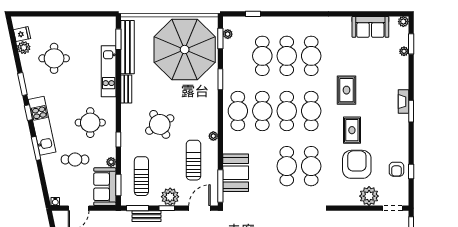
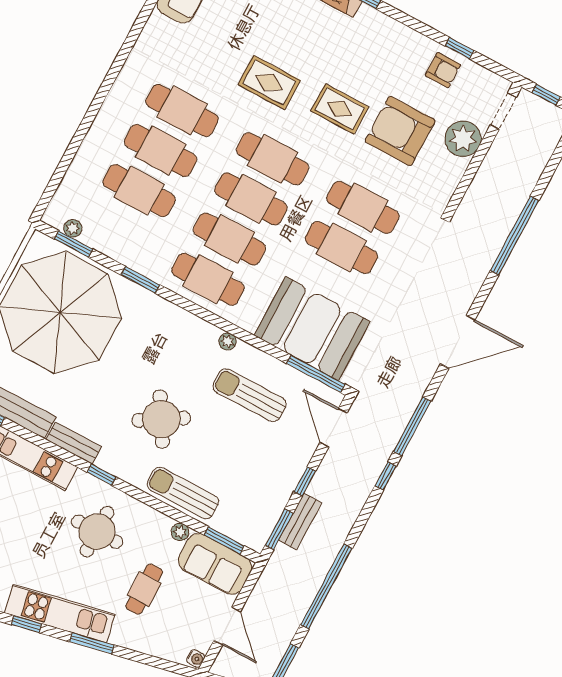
window: (253, 14) -> (62, 169), removed
window: (118, 139) -> (101, 475), moved
booth: (236, 173) -> (312, 328), width x1.36, depth x1.42
sun lounger: (141, 176) -> (183, 493), moved
plant: (170, 197) -> (289, 466), removed

